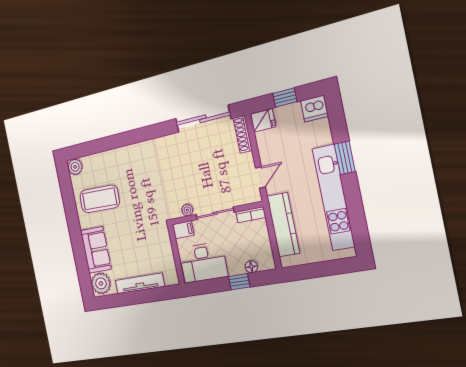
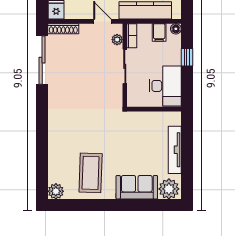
plant: (187, 210) -> (117, 40), moved
filing cabinet: (183, 230) -> (159, 32), moved, turned 180
floor lamp: (251, 267) -> (176, 29), moved

